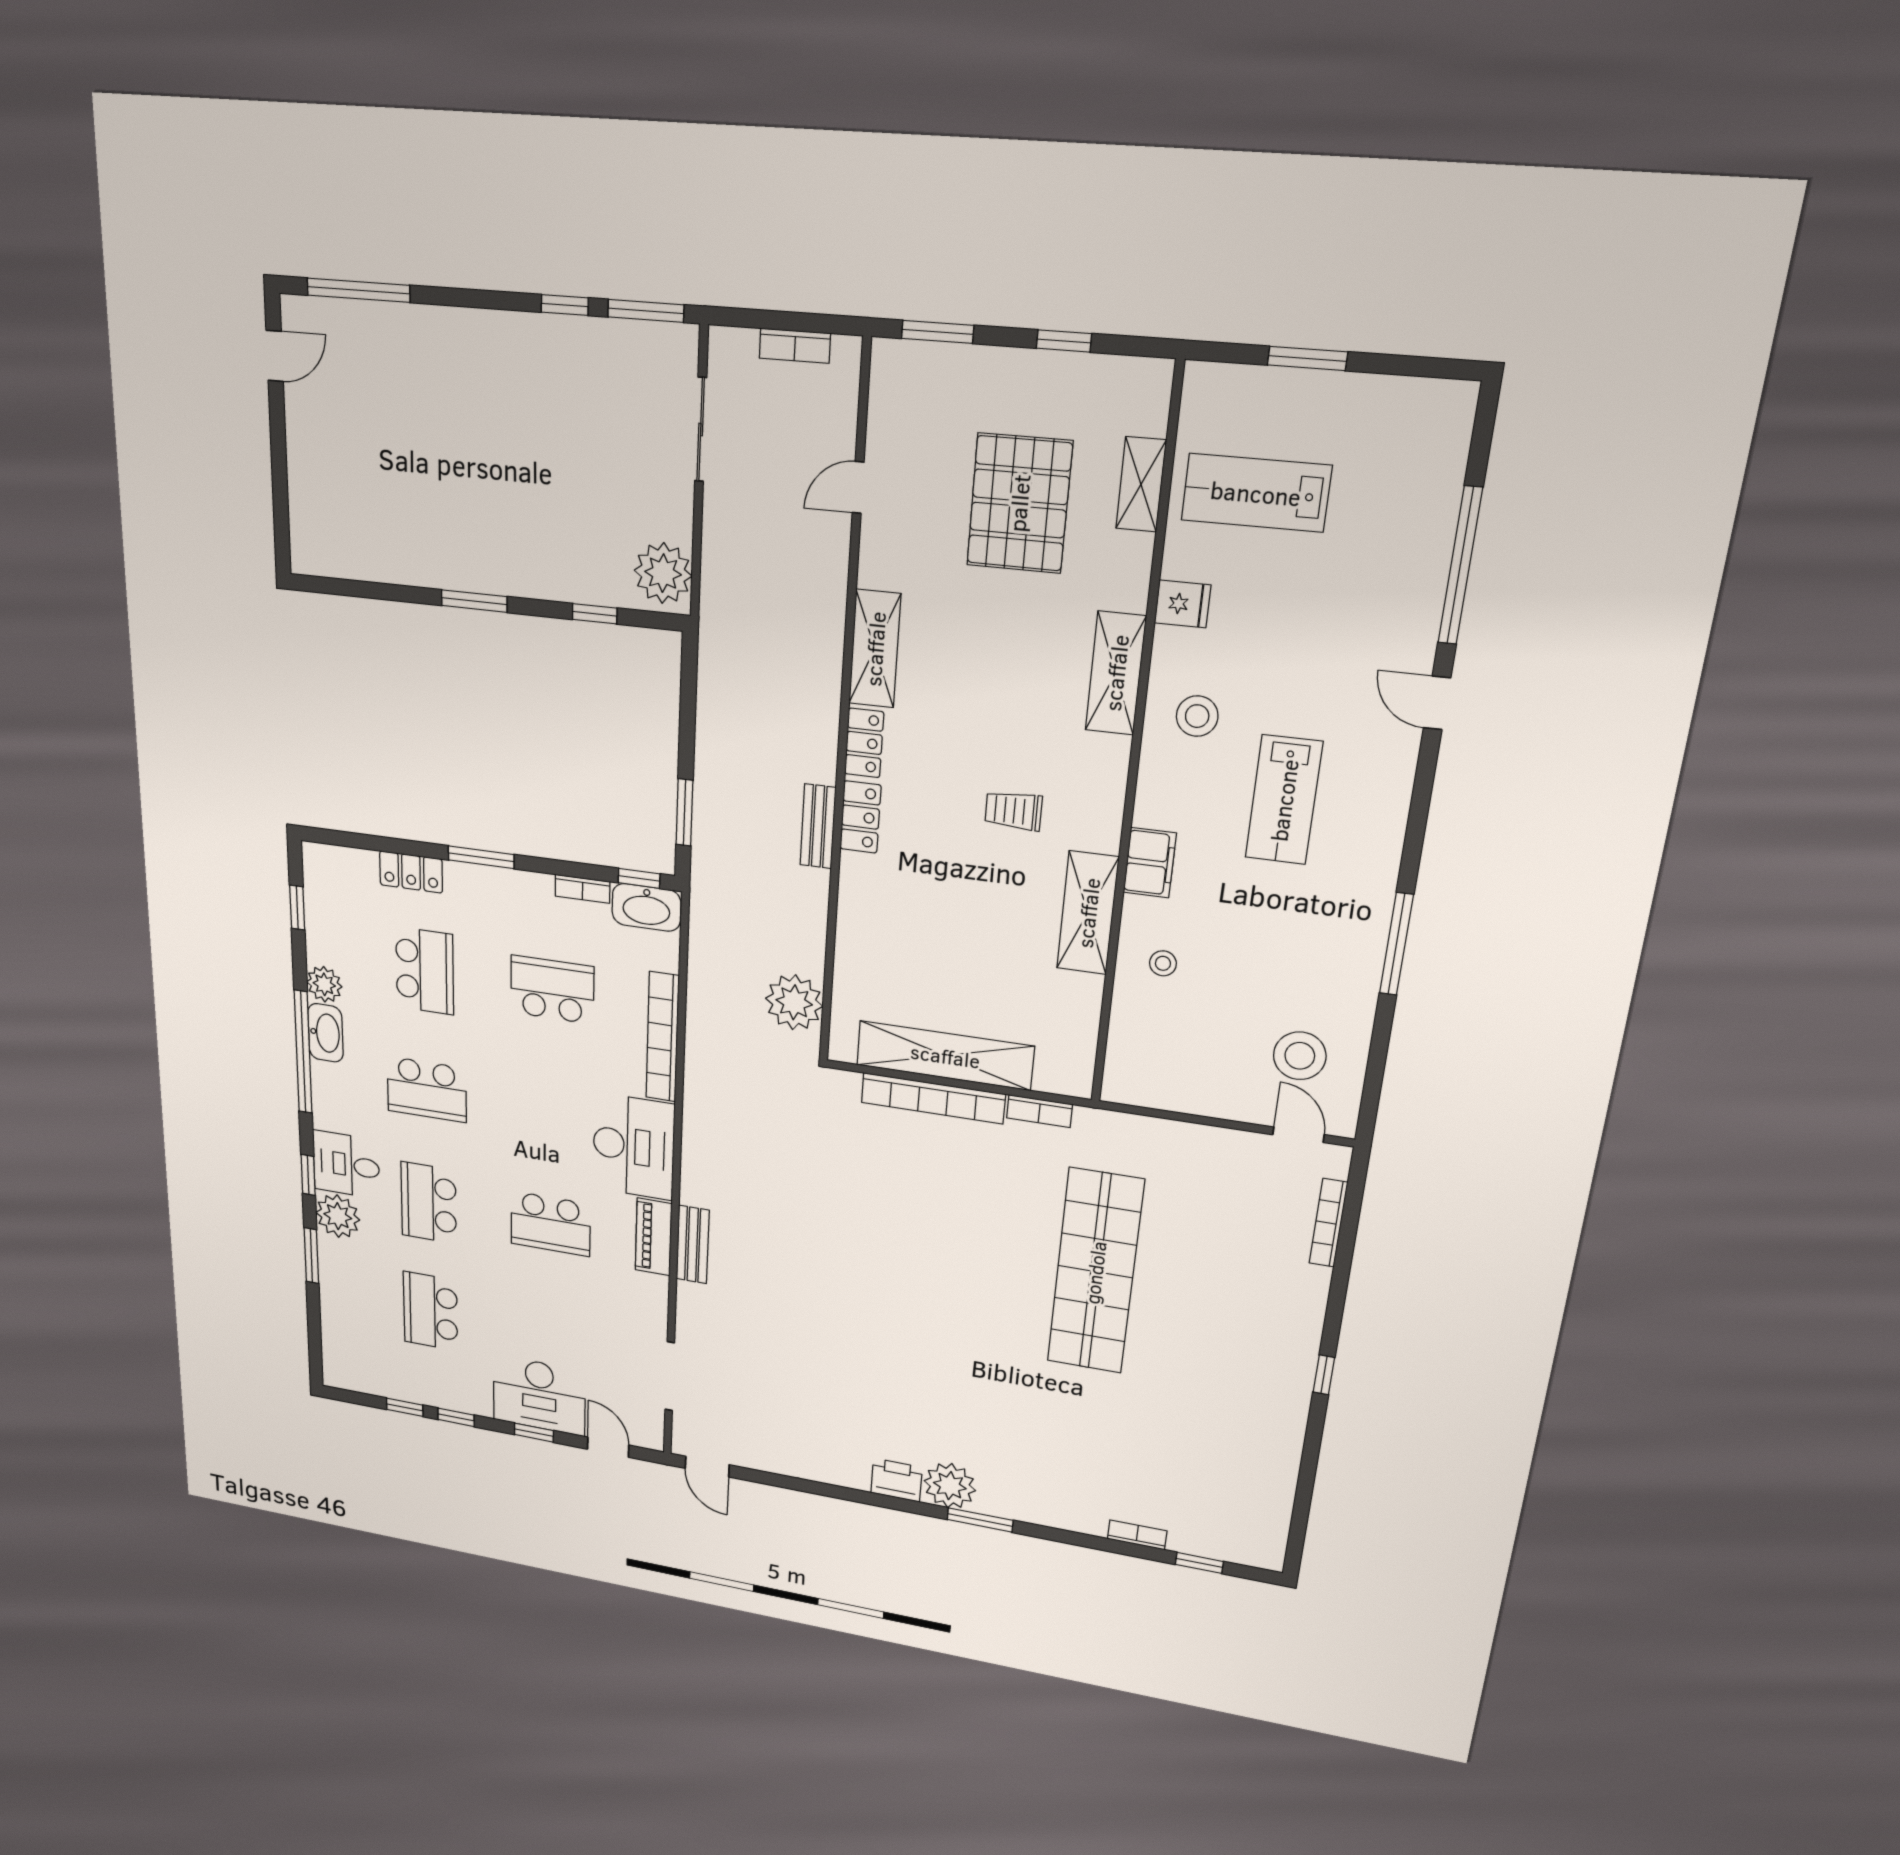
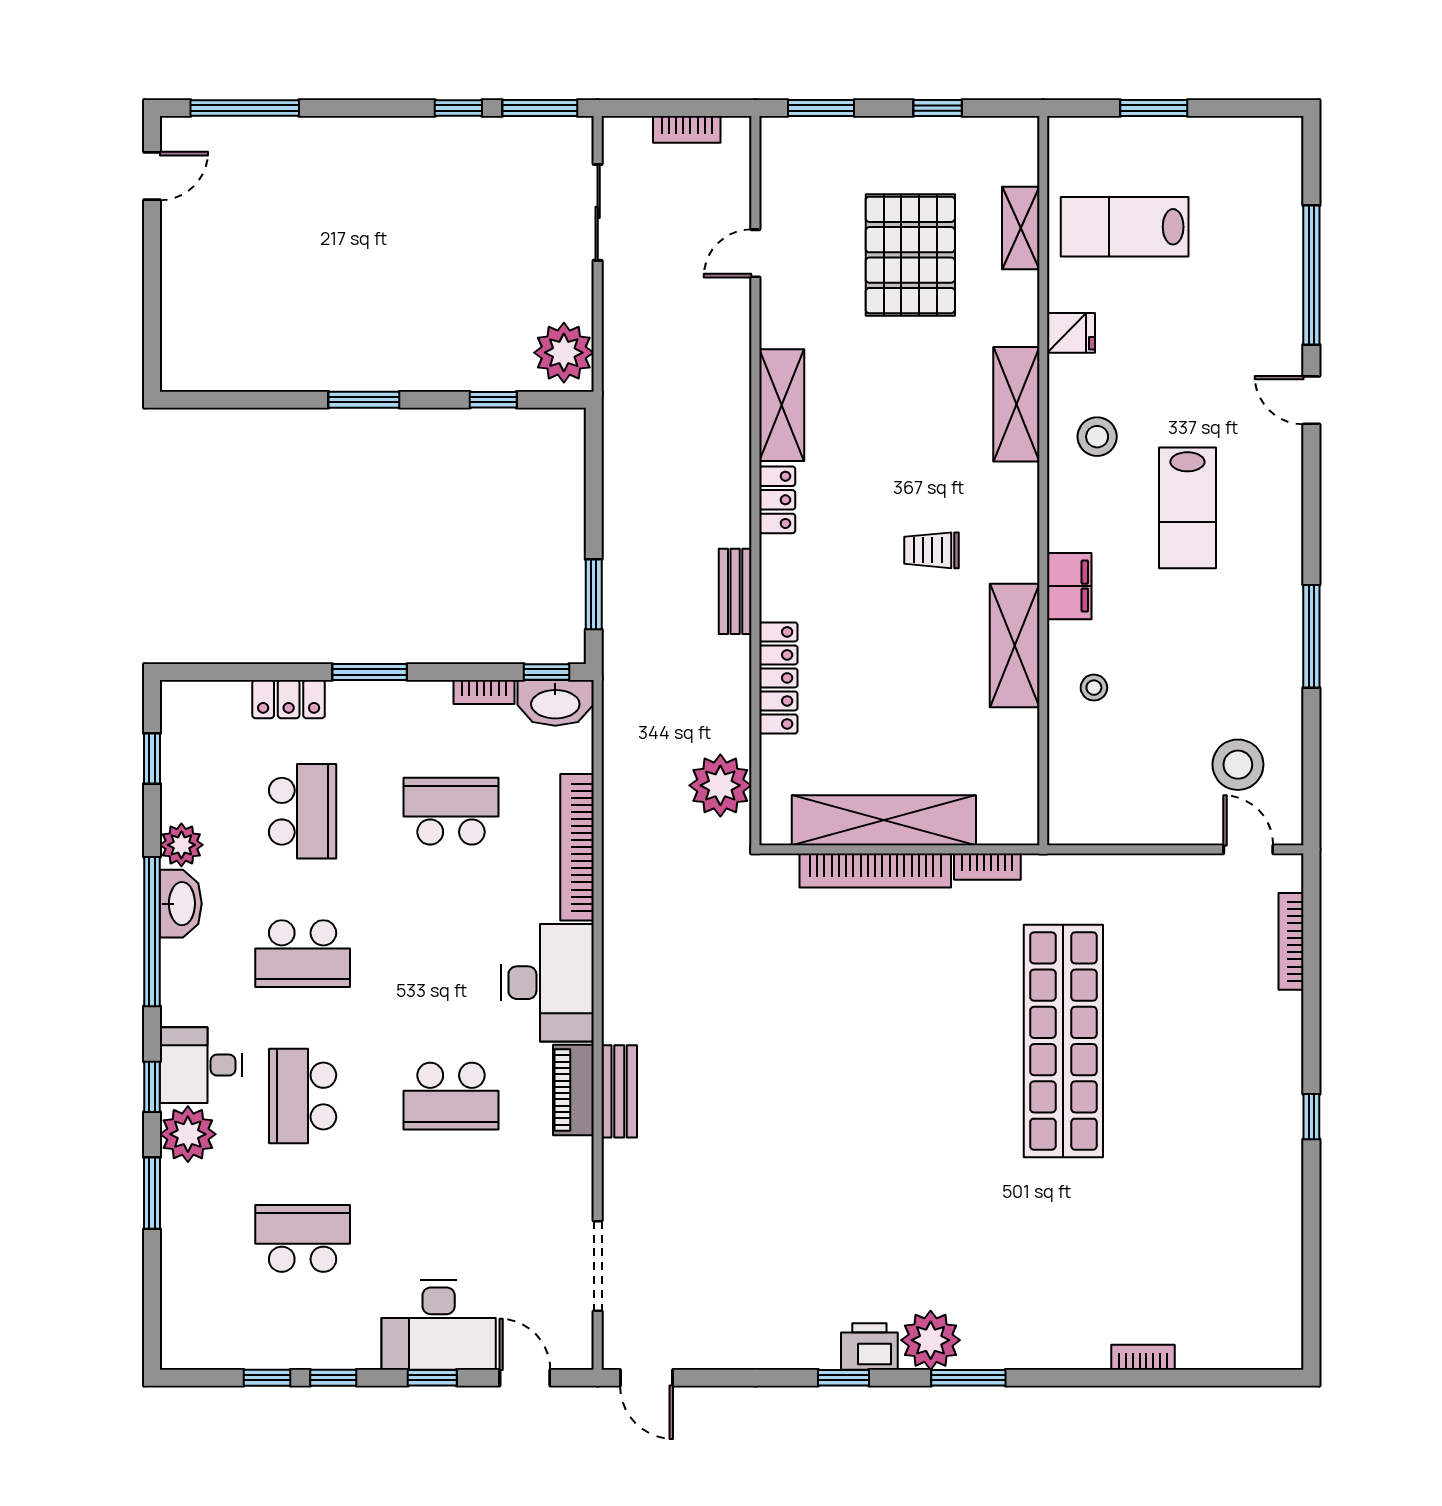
locker: (860, 817) -> (778, 678), moved, width x1.53
school desk: (430, 1311) -> (303, 1238), turned 90
window: (1199, 1563) -> (843, 1378), moved

